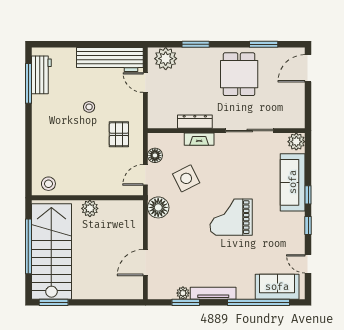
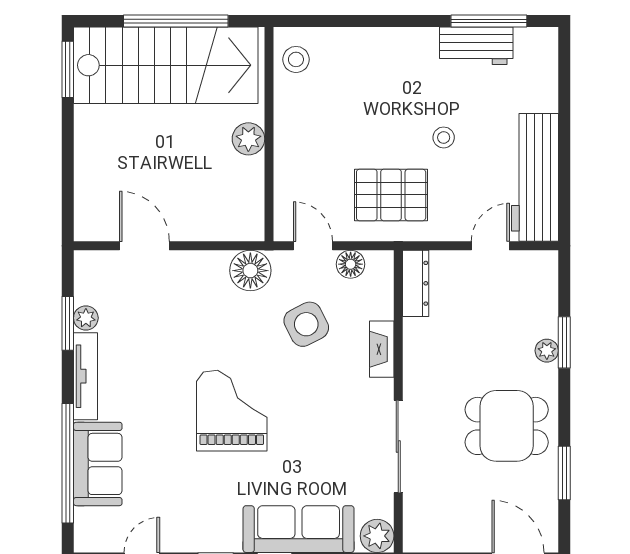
plant: (166, 59) -> (547, 351), moved, width x0.53, depth x0.53
workbench: (41, 75) -> (476, 46), moved
dresser: (195, 122) -> (416, 283), moved
pallet: (119, 134) -> (391, 195), width x1.50, depth x1.42
sofa: (277, 287) -> (98, 464), moved

